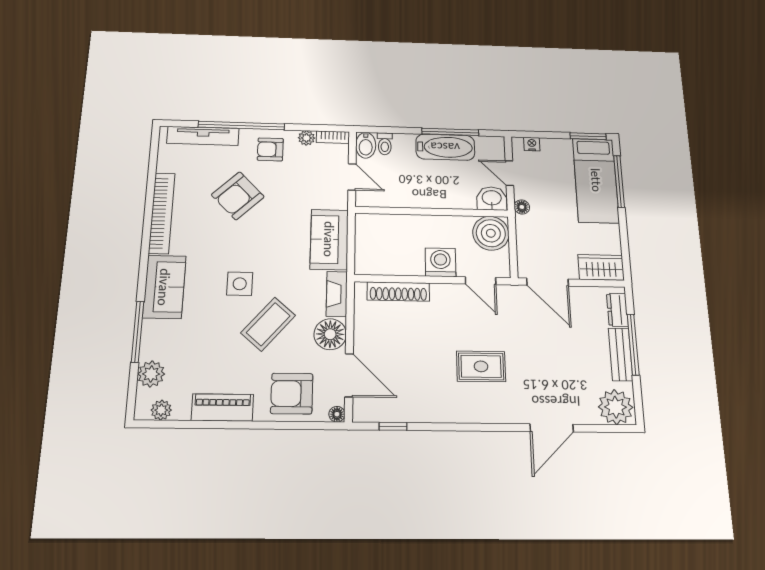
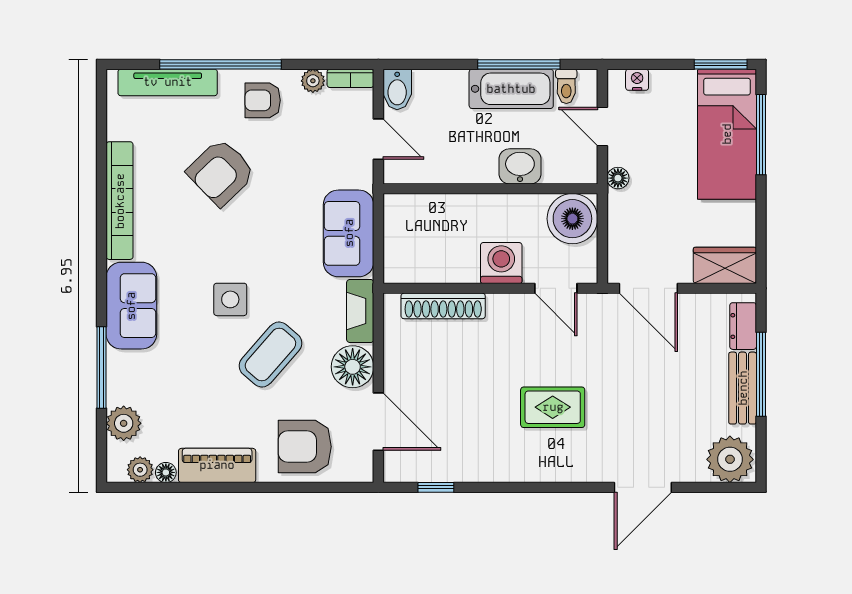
toilet: (385, 144) -> (566, 86), moved
washbasin: (492, 198) -> (520, 166), moved
floor lamp: (337, 414) -> (166, 472), moved

